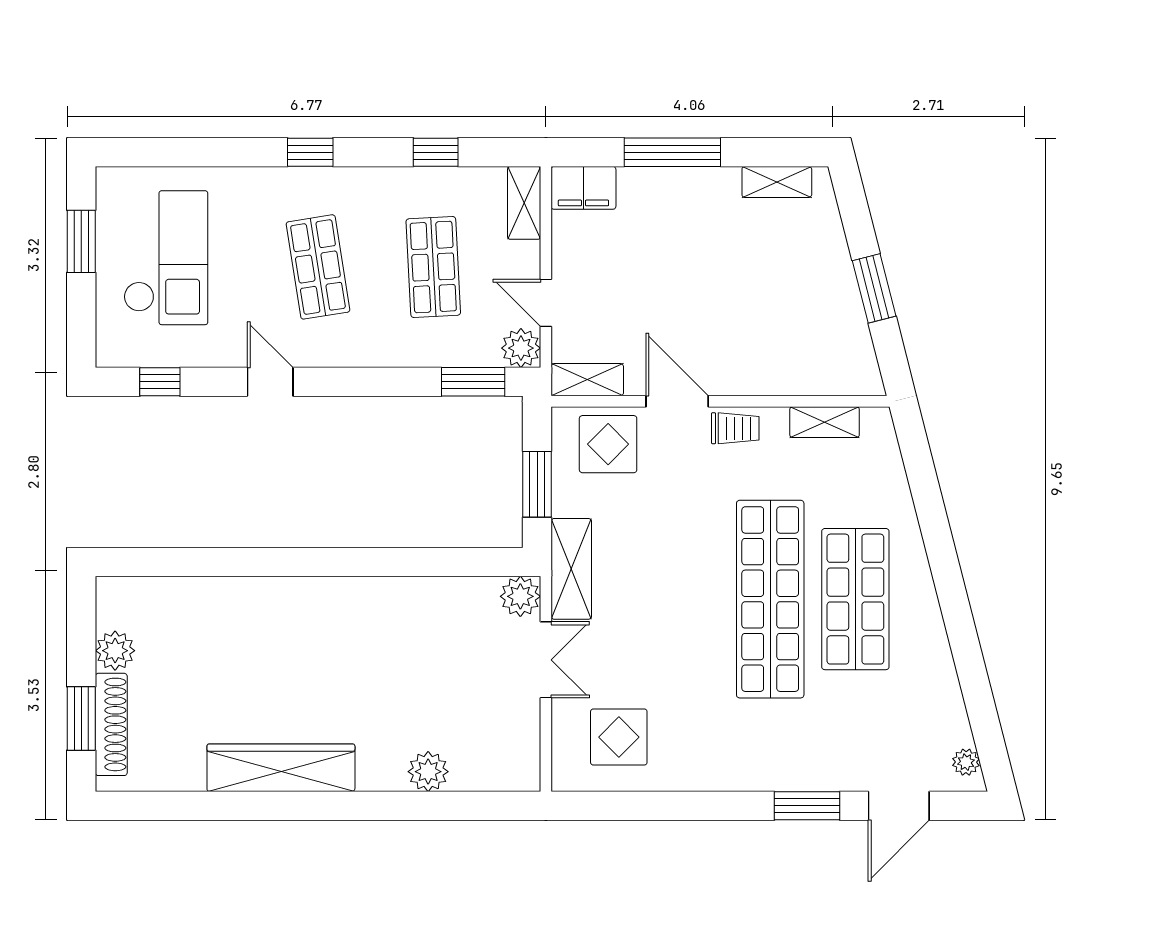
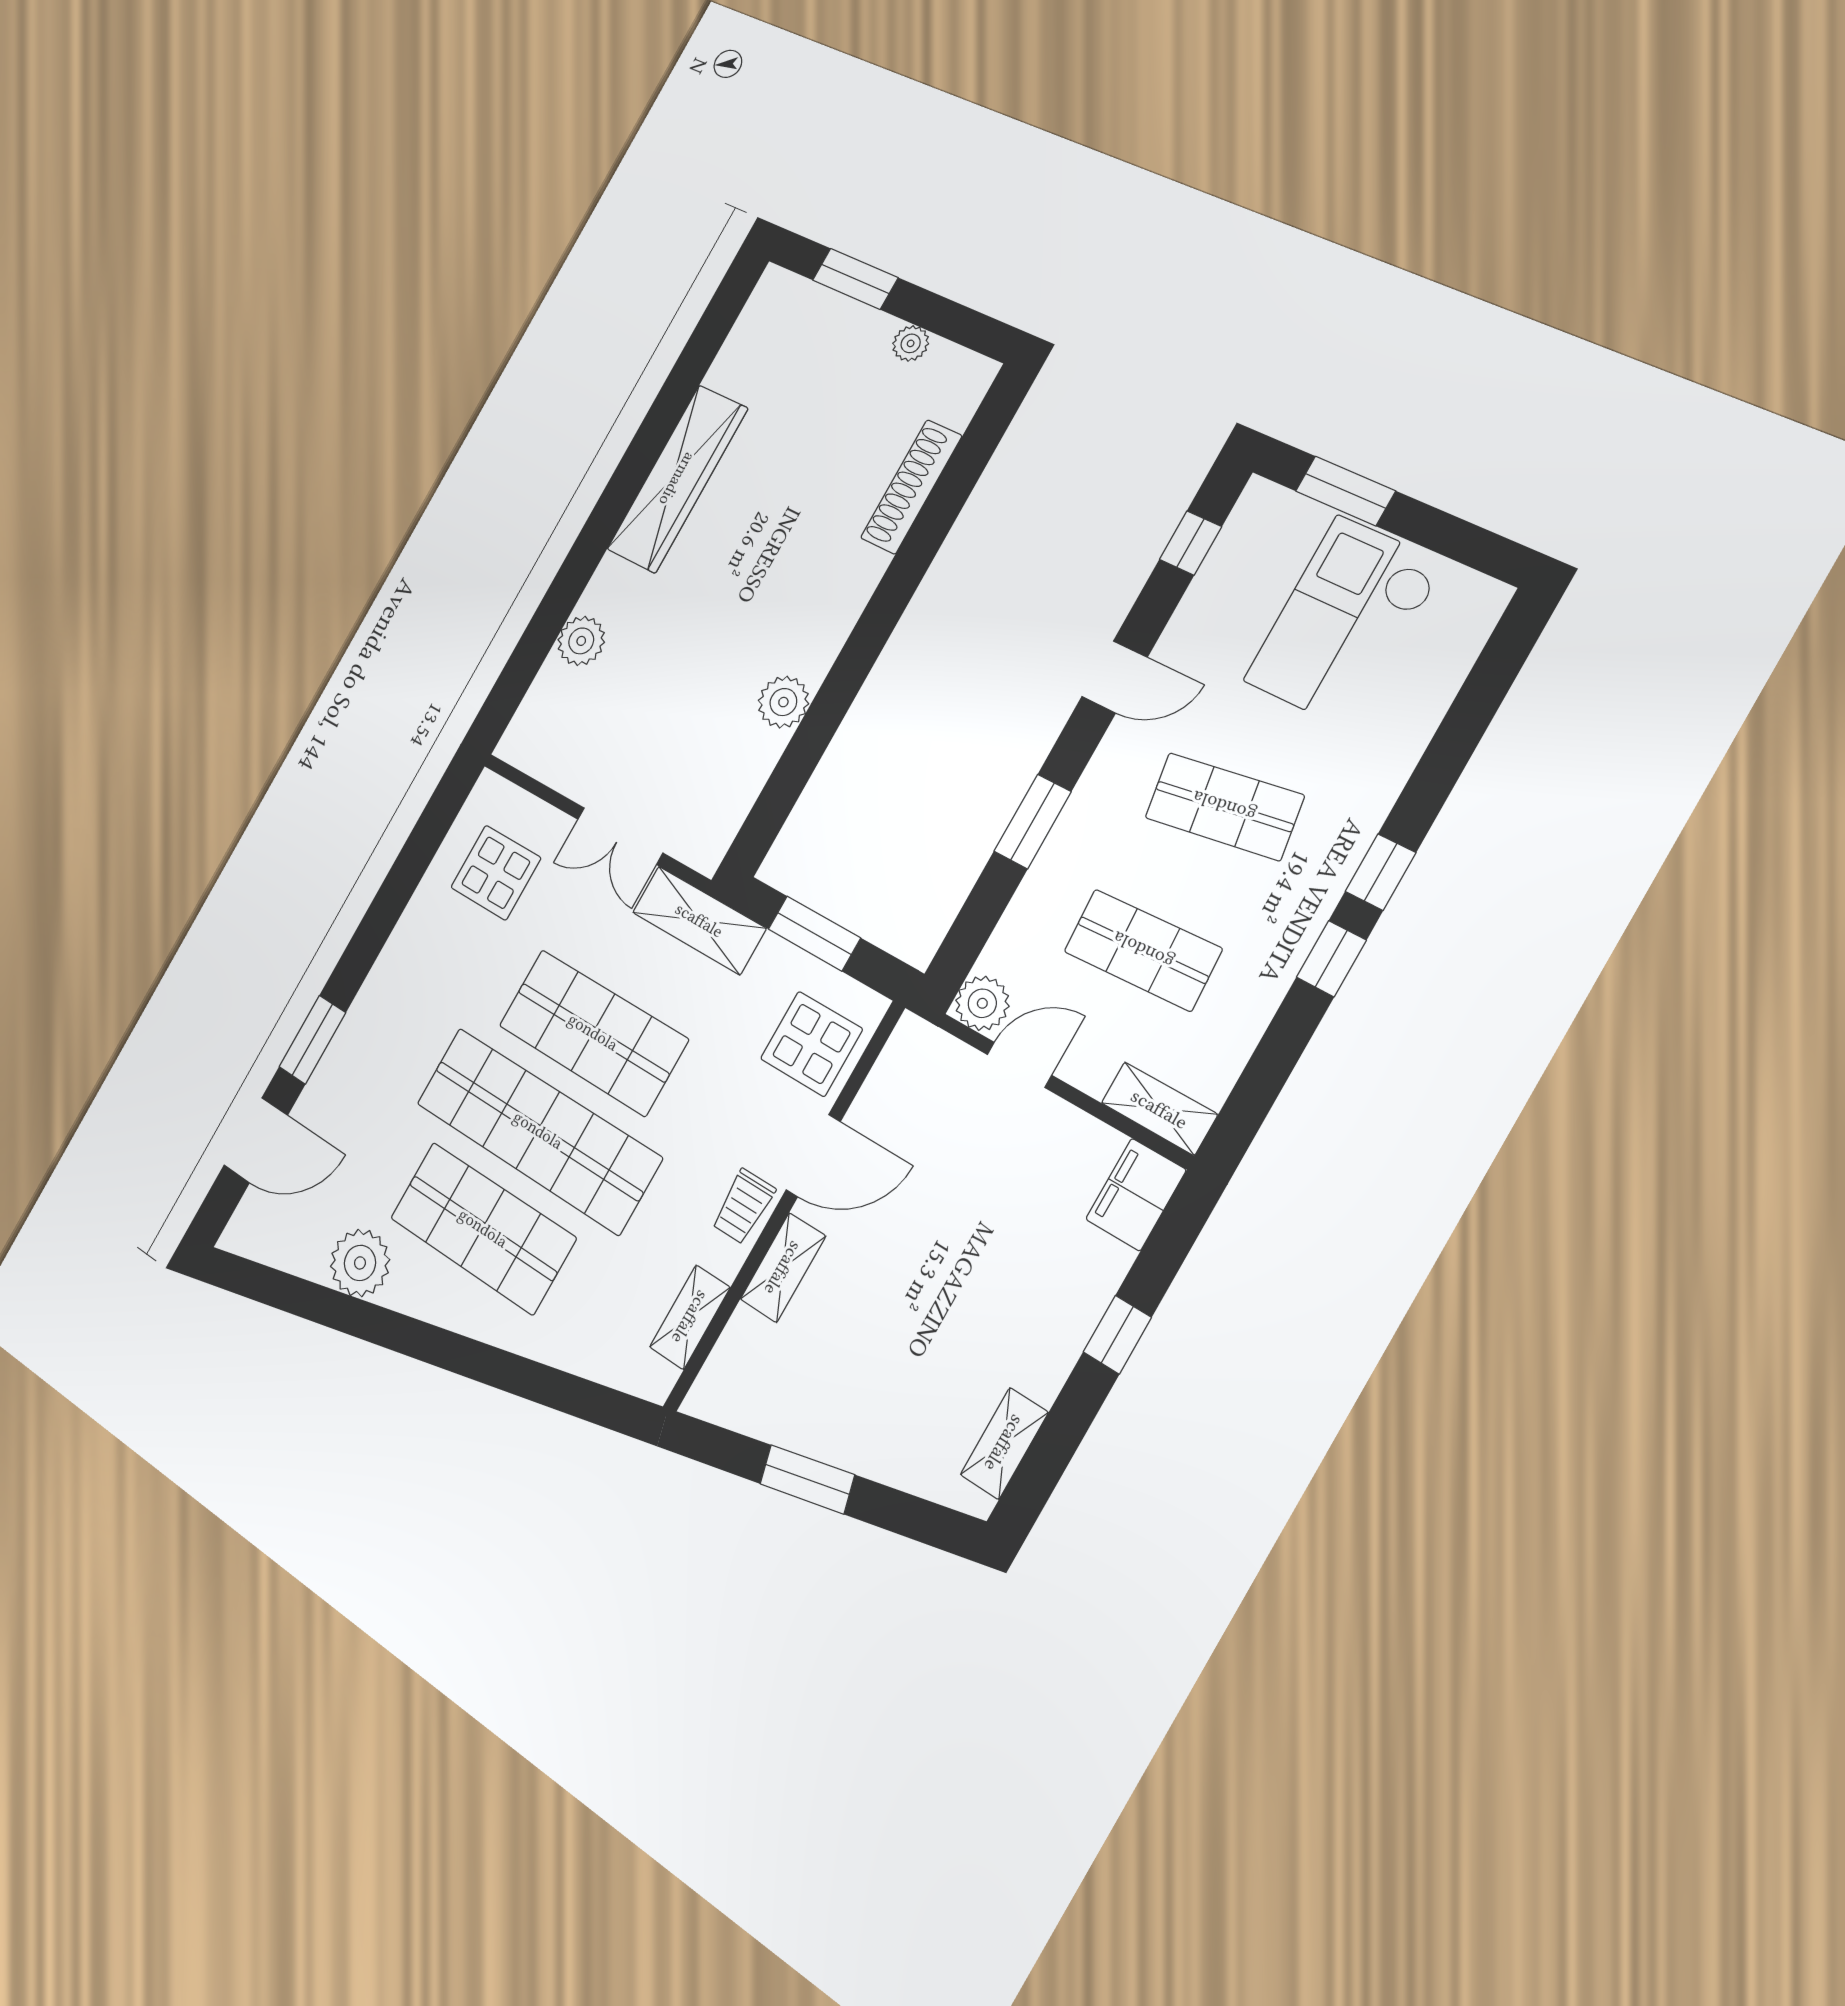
window: (436, 152) -> (1331, 959), moved
window: (672, 152) -> (1117, 1335), width x0.46
window: (81, 241) -> (1345, 491), moved
checkout: (166, 258) -> (1344, 622), turned 90
shelving: (587, 380) -> (783, 1268), moved
window: (473, 382) -> (1033, 822), moved
plant: (520, 596) -> (783, 702), moved
shop shelf: (685, 599) -> (593, 1032), added
plant: (115, 651) -> (911, 343), width x0.73, depth x0.73
shoe rack: (111, 724) -> (911, 487), moved, turned 90
plant: (966, 762) -> (360, 1263), moved, width x1.88, depth x1.88
door: (899, 806) -> (256, 1140), swing flipped

